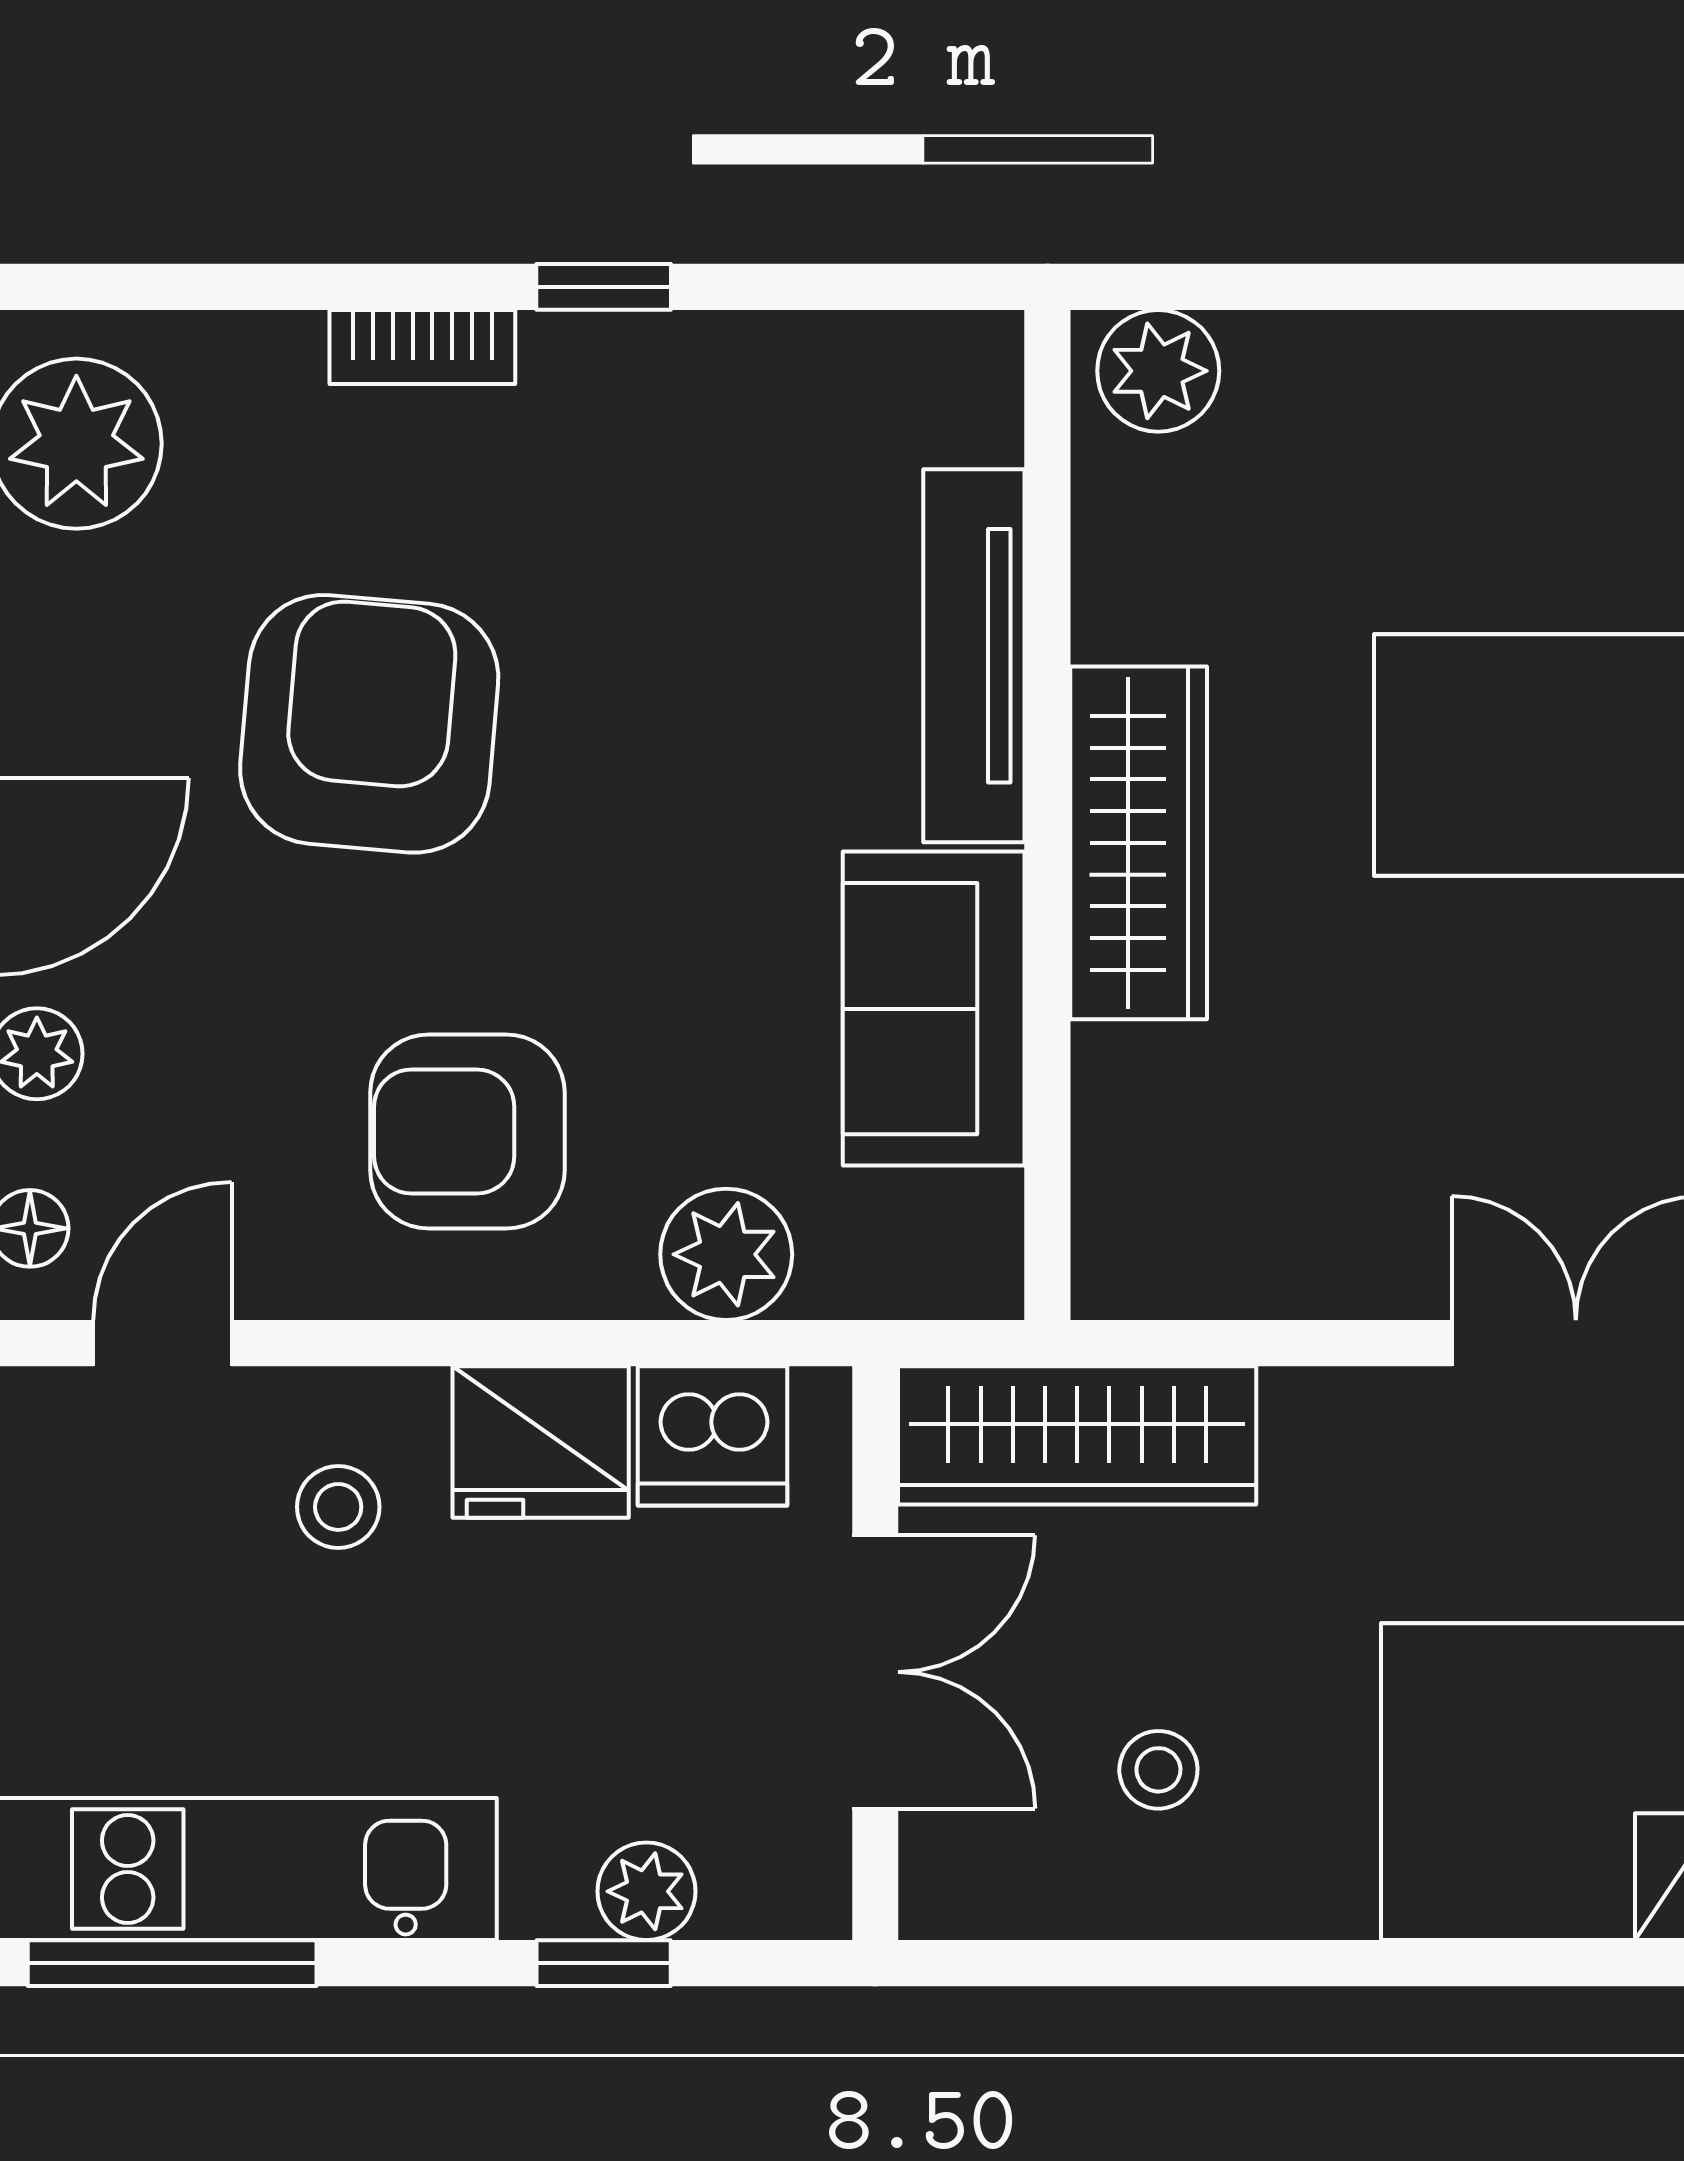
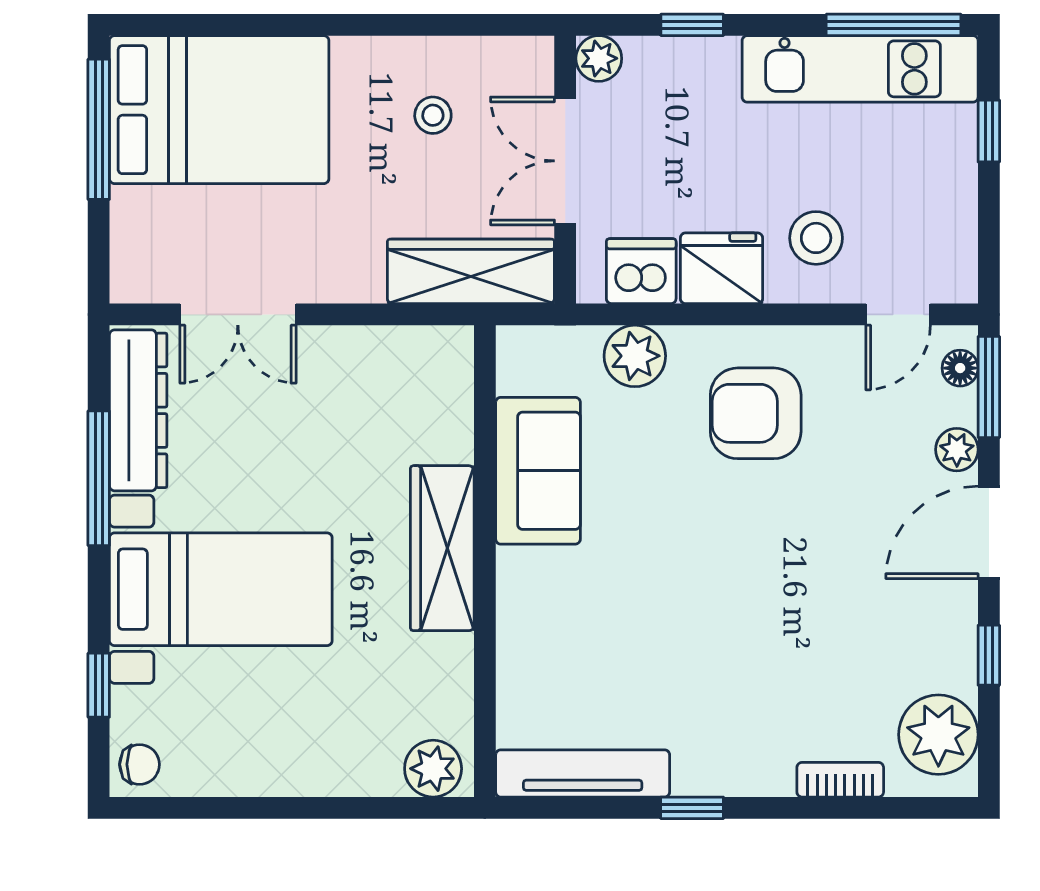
bookcase: (422, 347) -> (840, 780), moved
tv unit: (974, 656) -> (583, 773), moved, turned -90
armchair: (369, 724) -> (802, 604), removed
armchair: (467, 1132) -> (756, 413), turned 180
stool: (338, 1507) -> (816, 238), width x1.37, depth x1.37
plant: (646, 1891) -> (599, 58), moved

